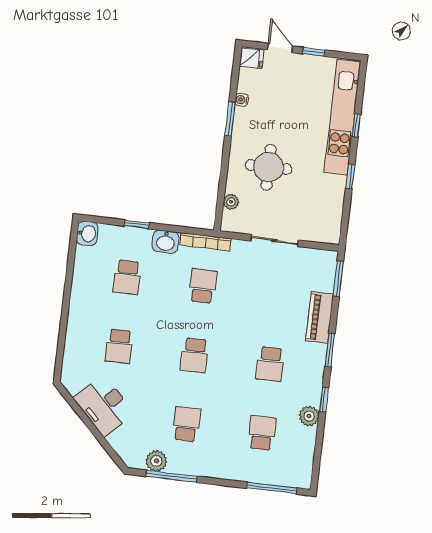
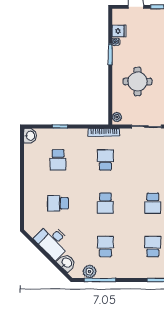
fridge: (252, 58) -> (119, 31), moved
plant: (231, 202) -> (117, 117), moved
washbasin: (166, 242) -> (67, 263), moved, turned -135
school desk: (119, 346) -> (58, 203), turned 90

